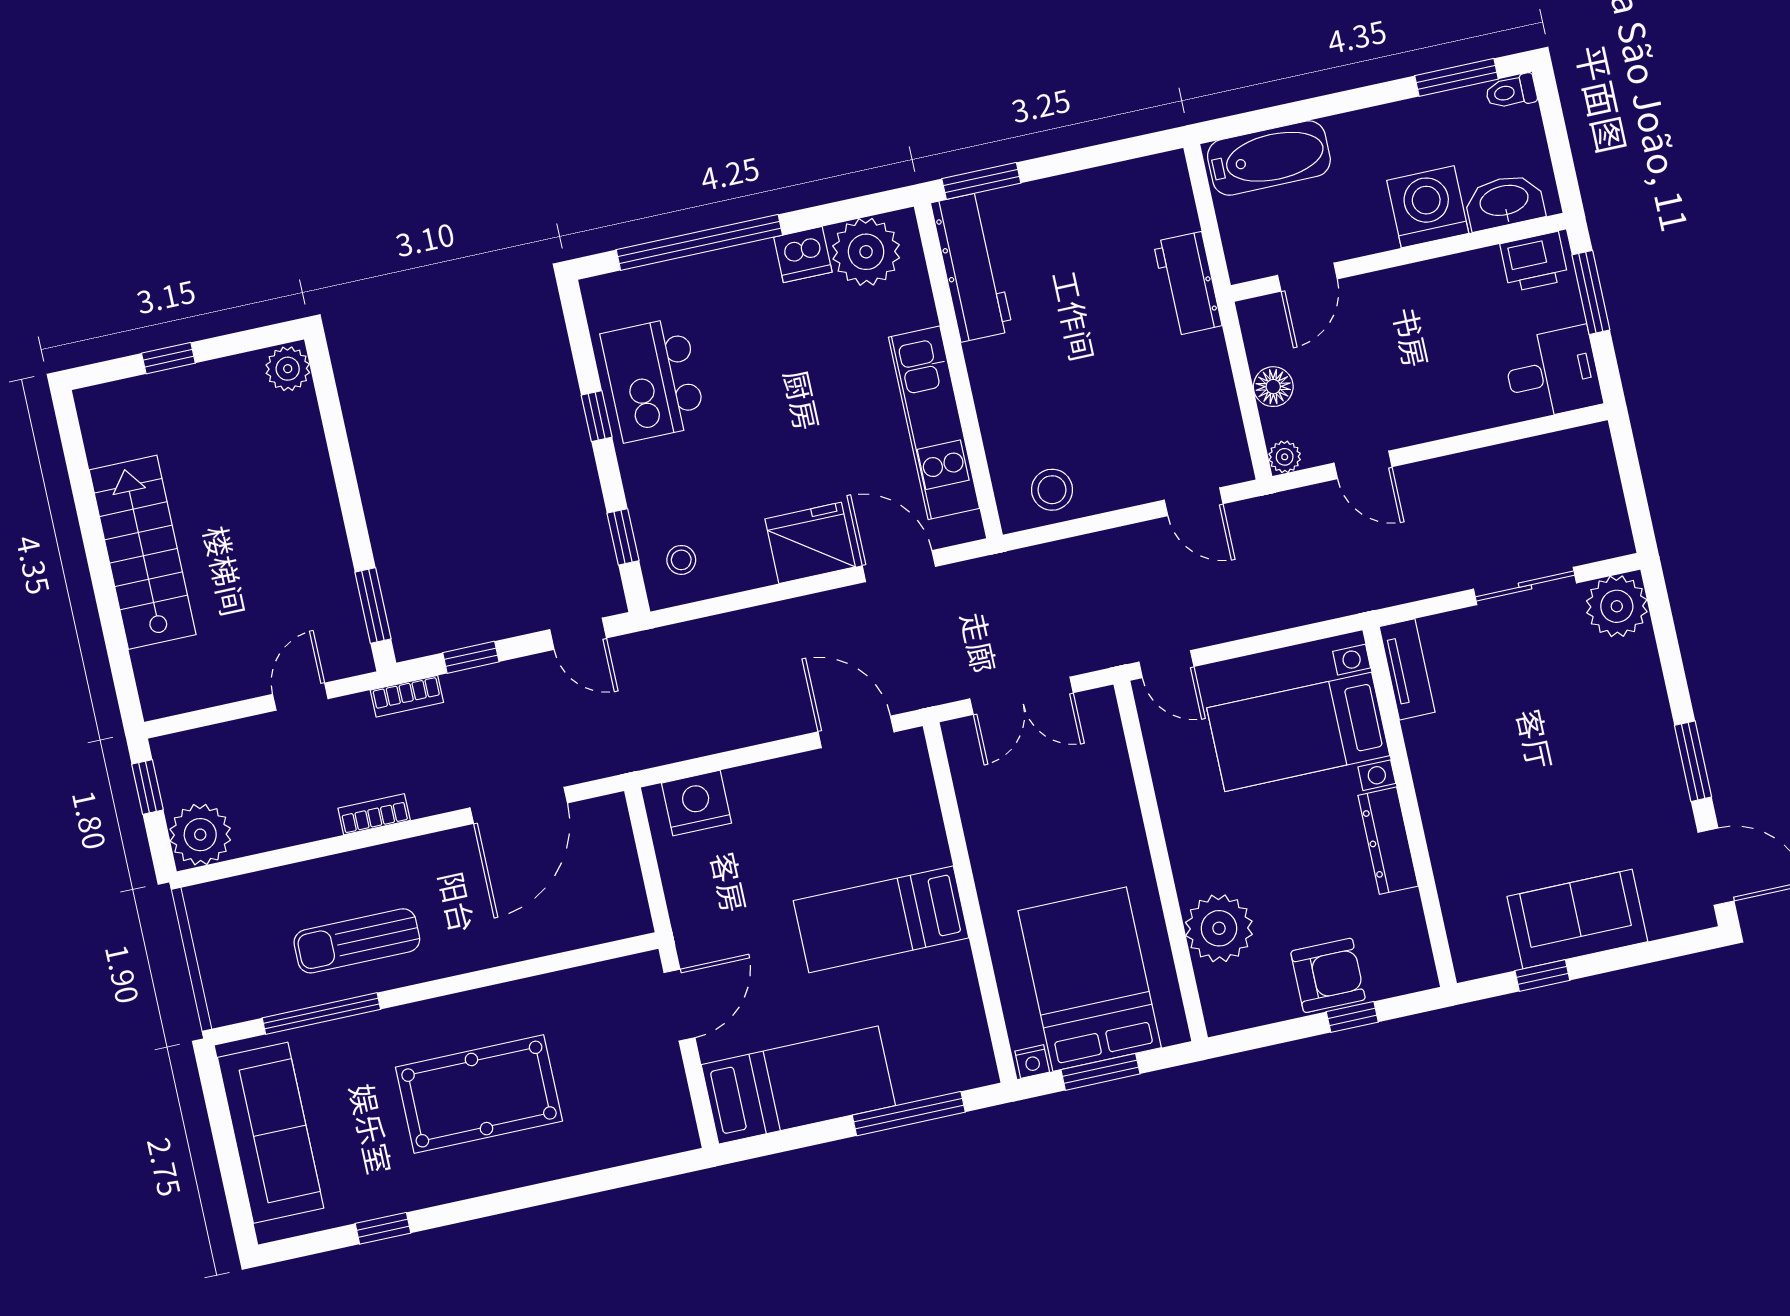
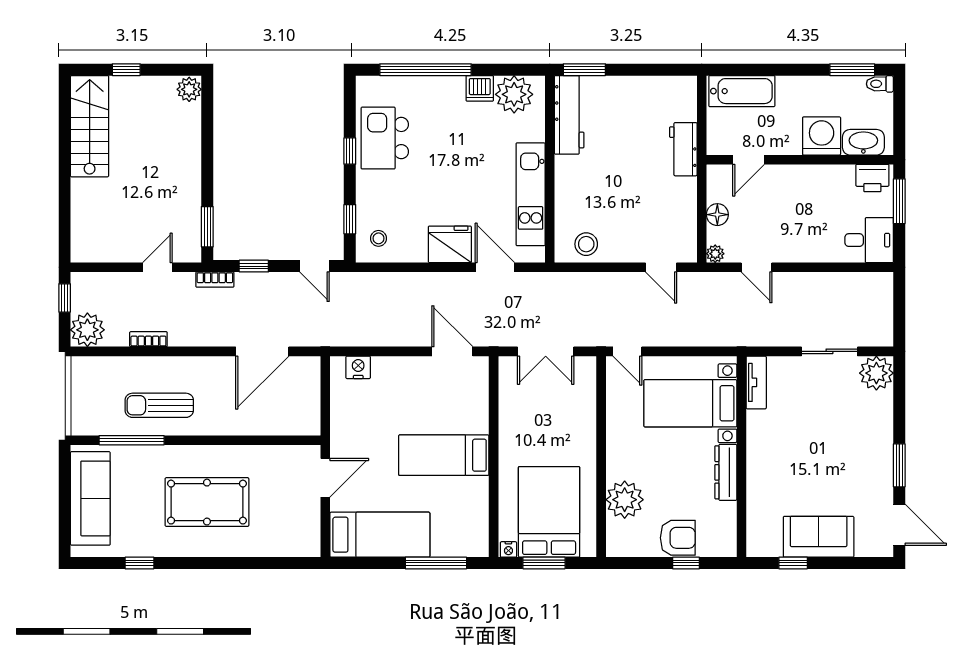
stairs: (143, 552) -> (90, 126), moved
nightstand: (696, 803) -> (358, 367), width x0.74, depth x0.75
bookcase: (374, 814) -> (148, 339), moved

